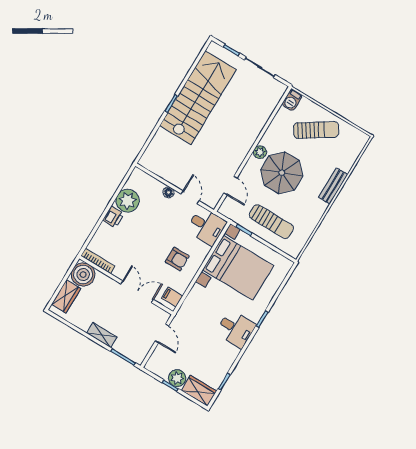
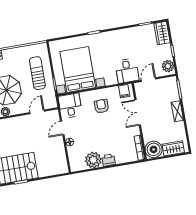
desk: (236, 329) -> (127, 71), moved, turned 180
plant: (177, 378) -> (168, 66), moved

